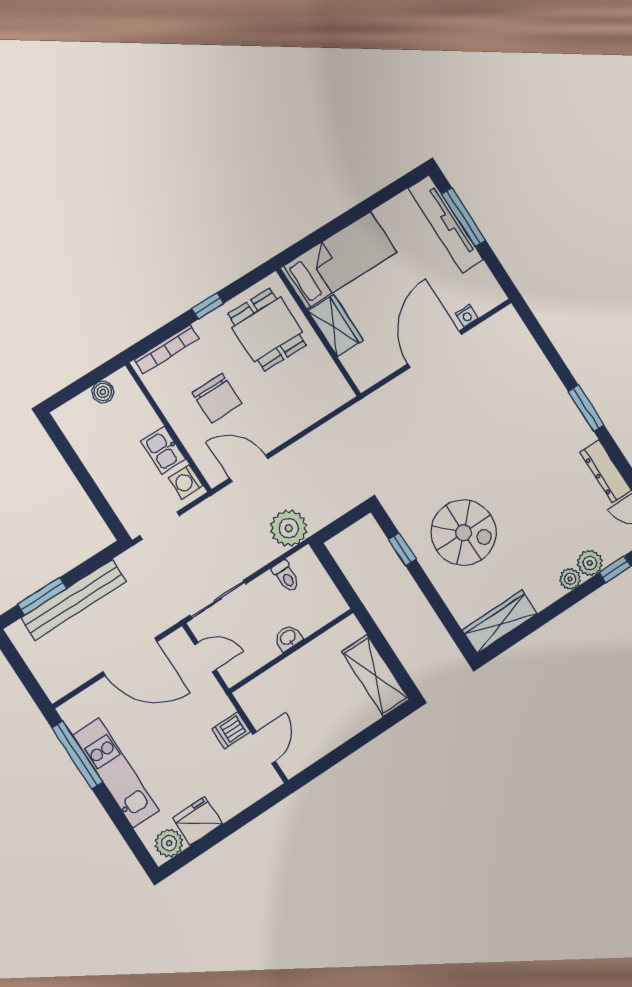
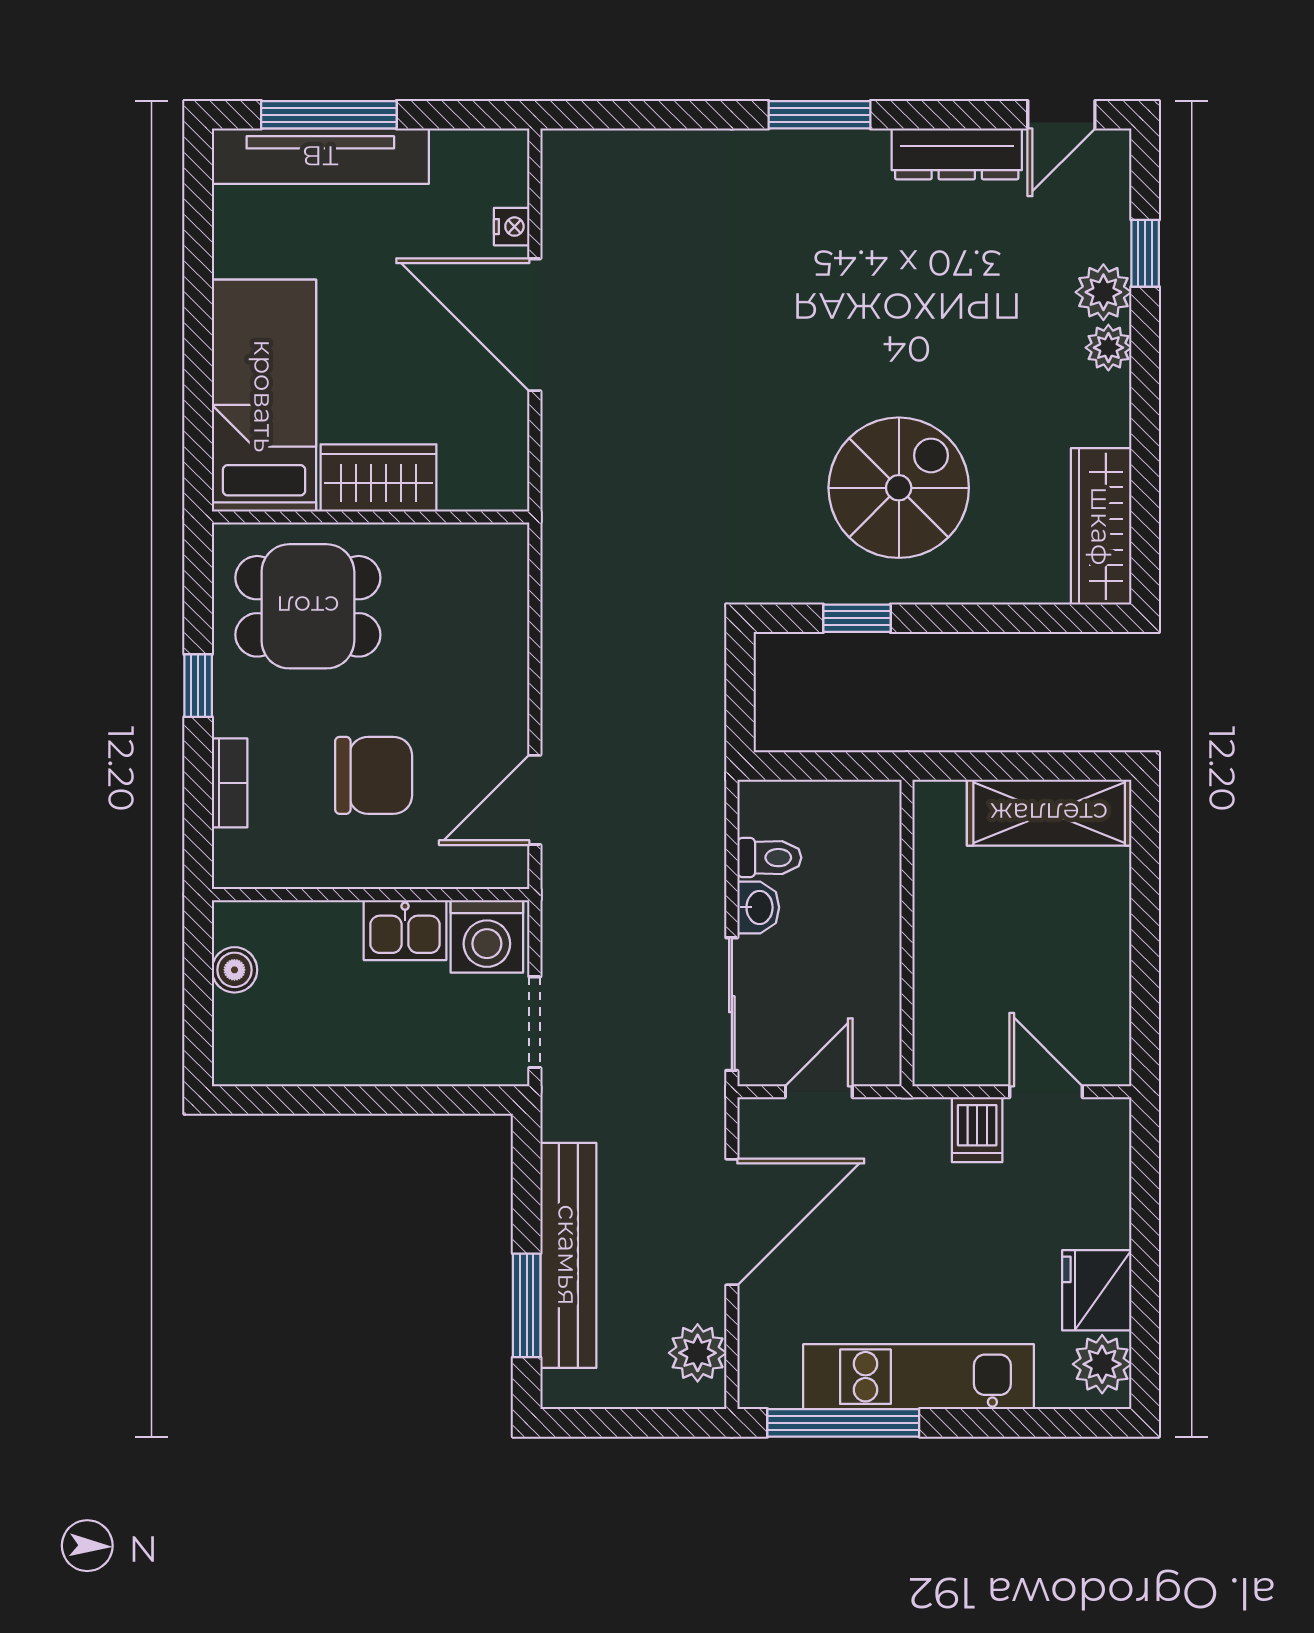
bookcase: (167, 349) -> (230, 783), width x0.64
washing machine: (186, 482) -> (487, 936), width x1.38, depth x1.38
plant: (289, 528) -> (698, 1353), moved, width x0.73, depth x0.73
washbasin: (288, 638) -> (758, 907), moved, turned 180

